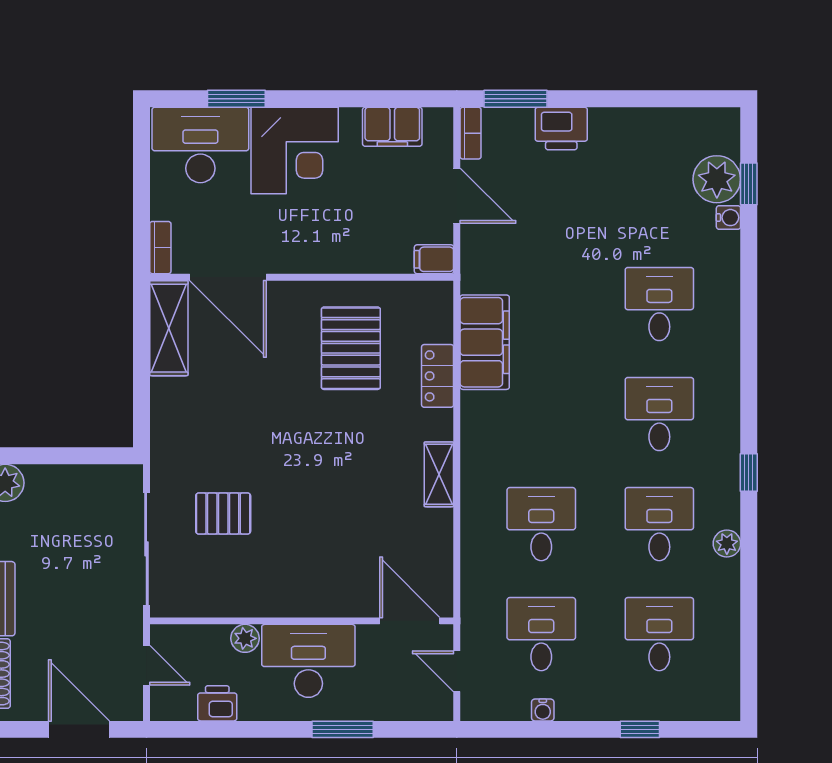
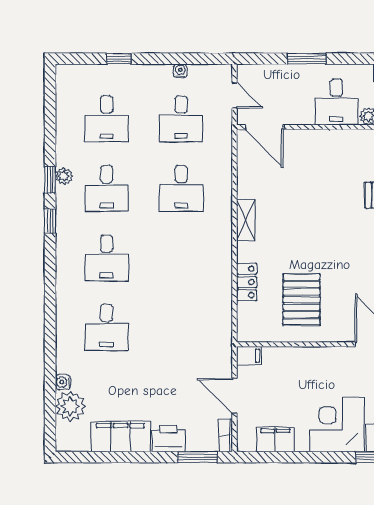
window: (749, 184) -> (50, 180), moved
filing cabinet: (485, 342) -> (121, 436), moved, turned 90
desk: (308, 661) -> (336, 102), width x0.73

